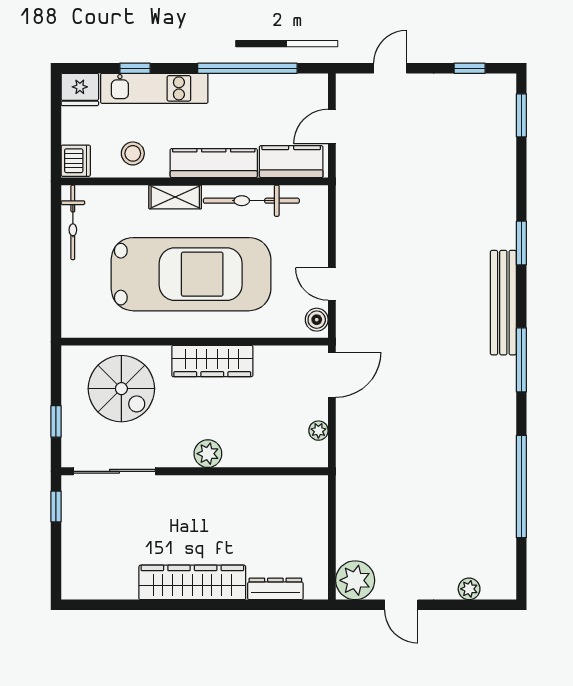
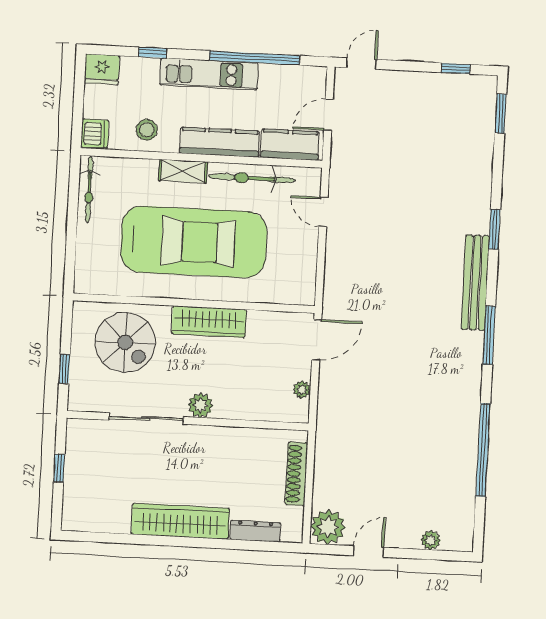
door: (390, 68) -> (362, 64), moved
kitchen unit: (154, 88) -> (209, 74), moved
door: (332, 284) -> (323, 212), moved
boiler: (317, 320) -> (305, 289), removed
sliding door: (114, 471) -> (146, 418), moved
window: (56, 506) -> (59, 468), moved
shoe rack: (317, 523) -> (296, 474), added
door: (401, 605) -> (369, 551), swing flipped

